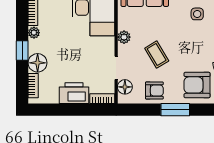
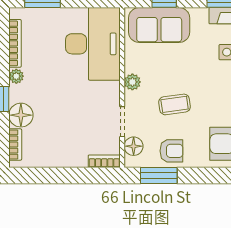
coffee table: (157, 55) -> (175, 104), turned -67
printer: (74, 93) -> (68, 154), removed
window: (175, 110) -> (159, 175), moved

